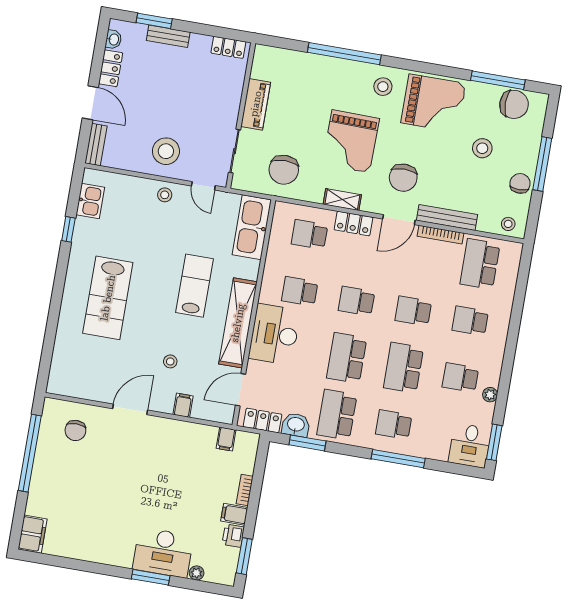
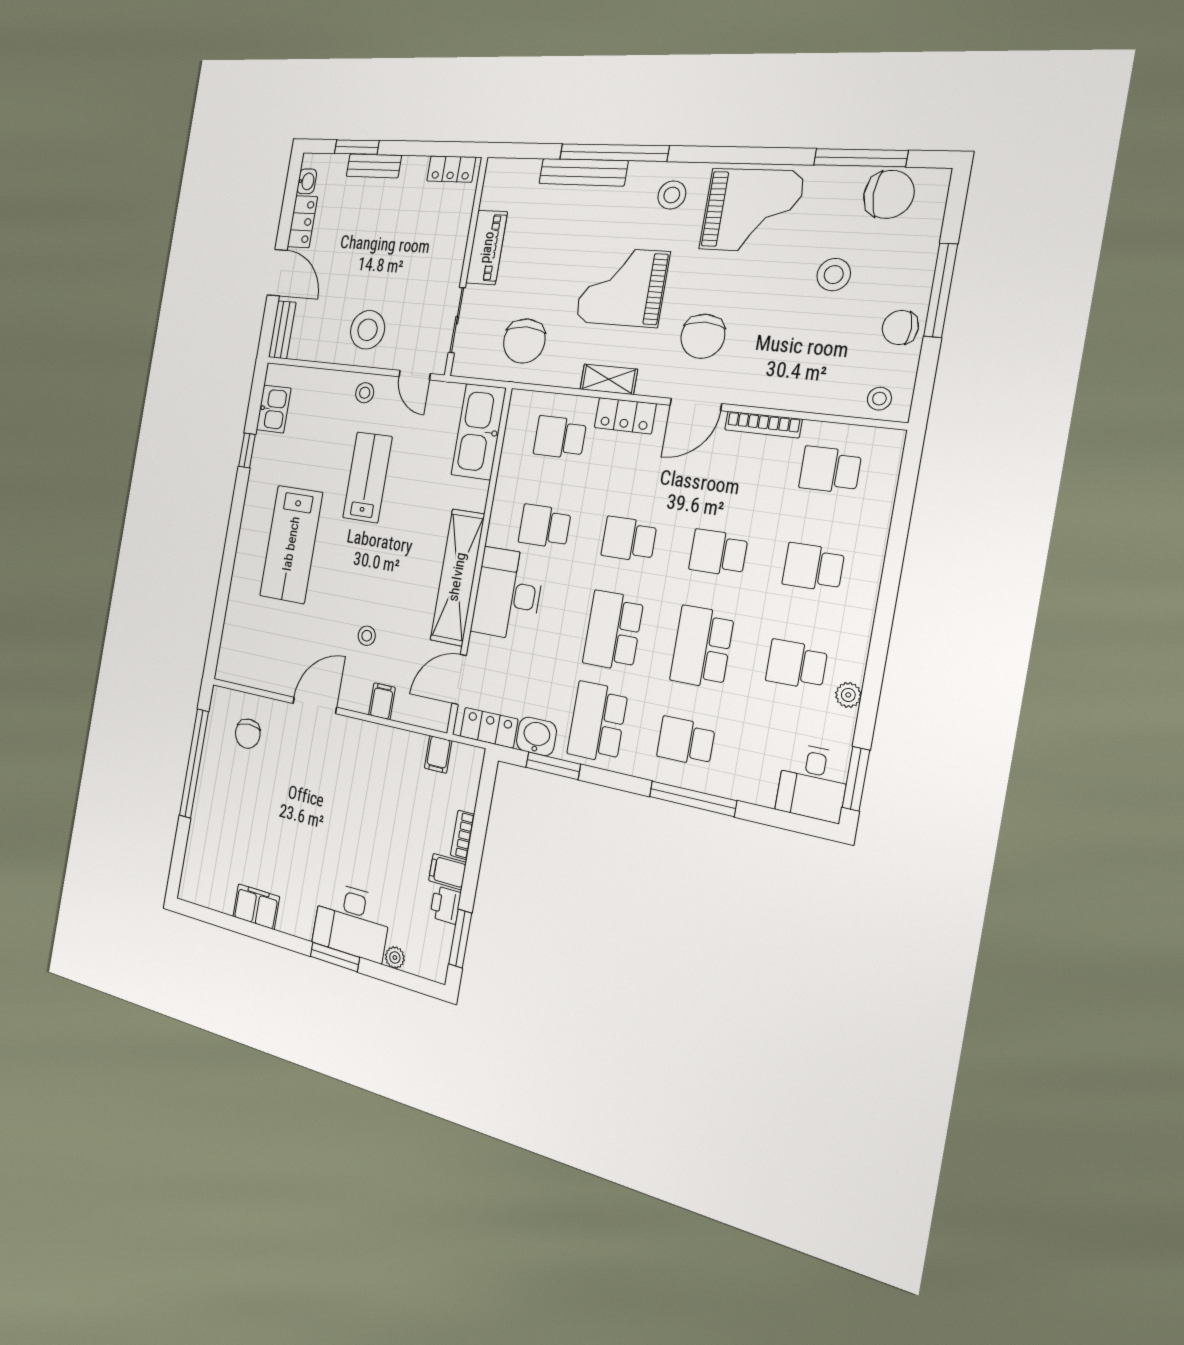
grand piano: (351, 141) -> (622, 287), turned 89
chair: (520, 183) -> (900, 328), turned -90
bench: (447, 217) -> (583, 172), moved
school desk: (480, 264) -> (830, 470), width x0.54
lab bench: (195, 286) -> (367, 477), moved
filing cabinet: (33, 534) -> (256, 907), moved, turned -90

